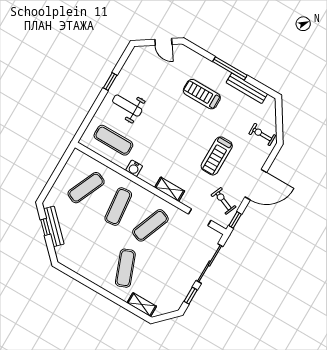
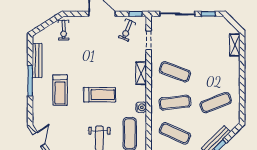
treadmill: (217, 156) -> (100, 95), moved
exercise mat: (125, 268) -> (216, 103), moved

